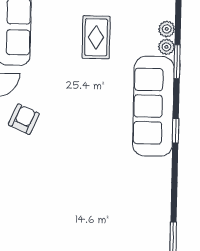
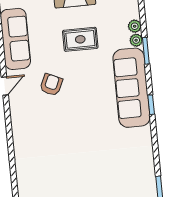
rug: (96, 37) -> (80, 39), turned 90
armchair: (24, 119) -> (51, 85), moved

